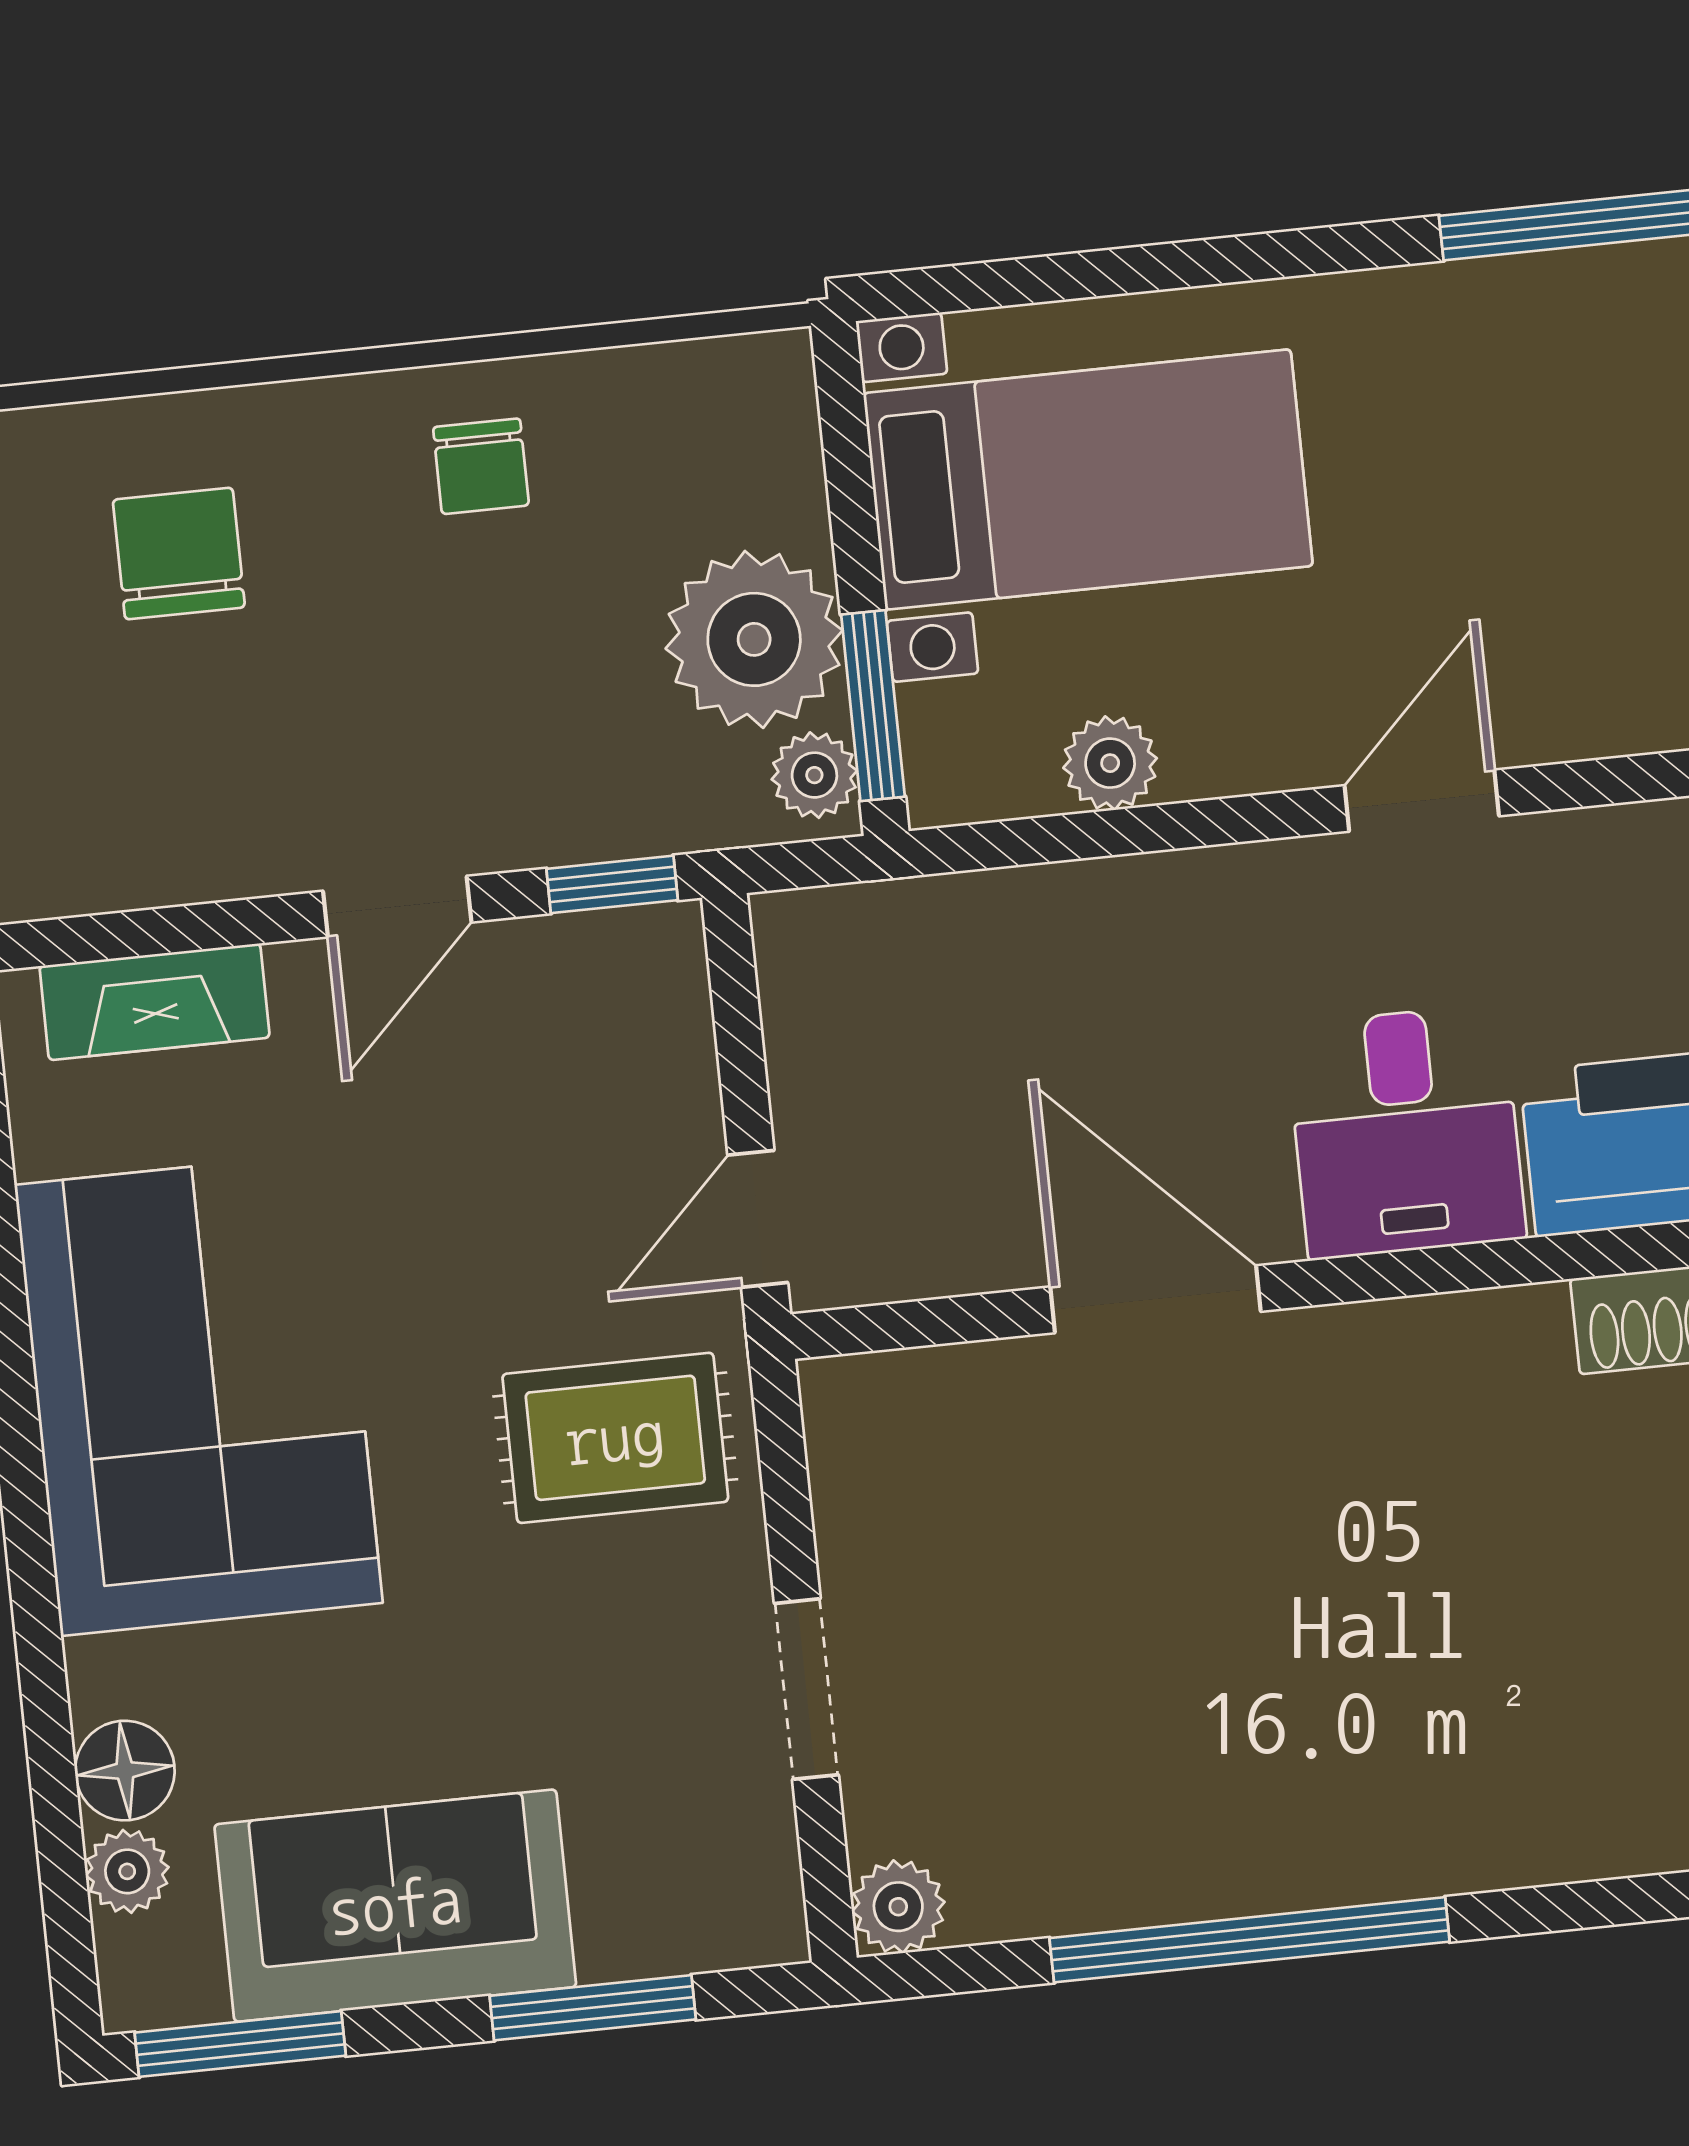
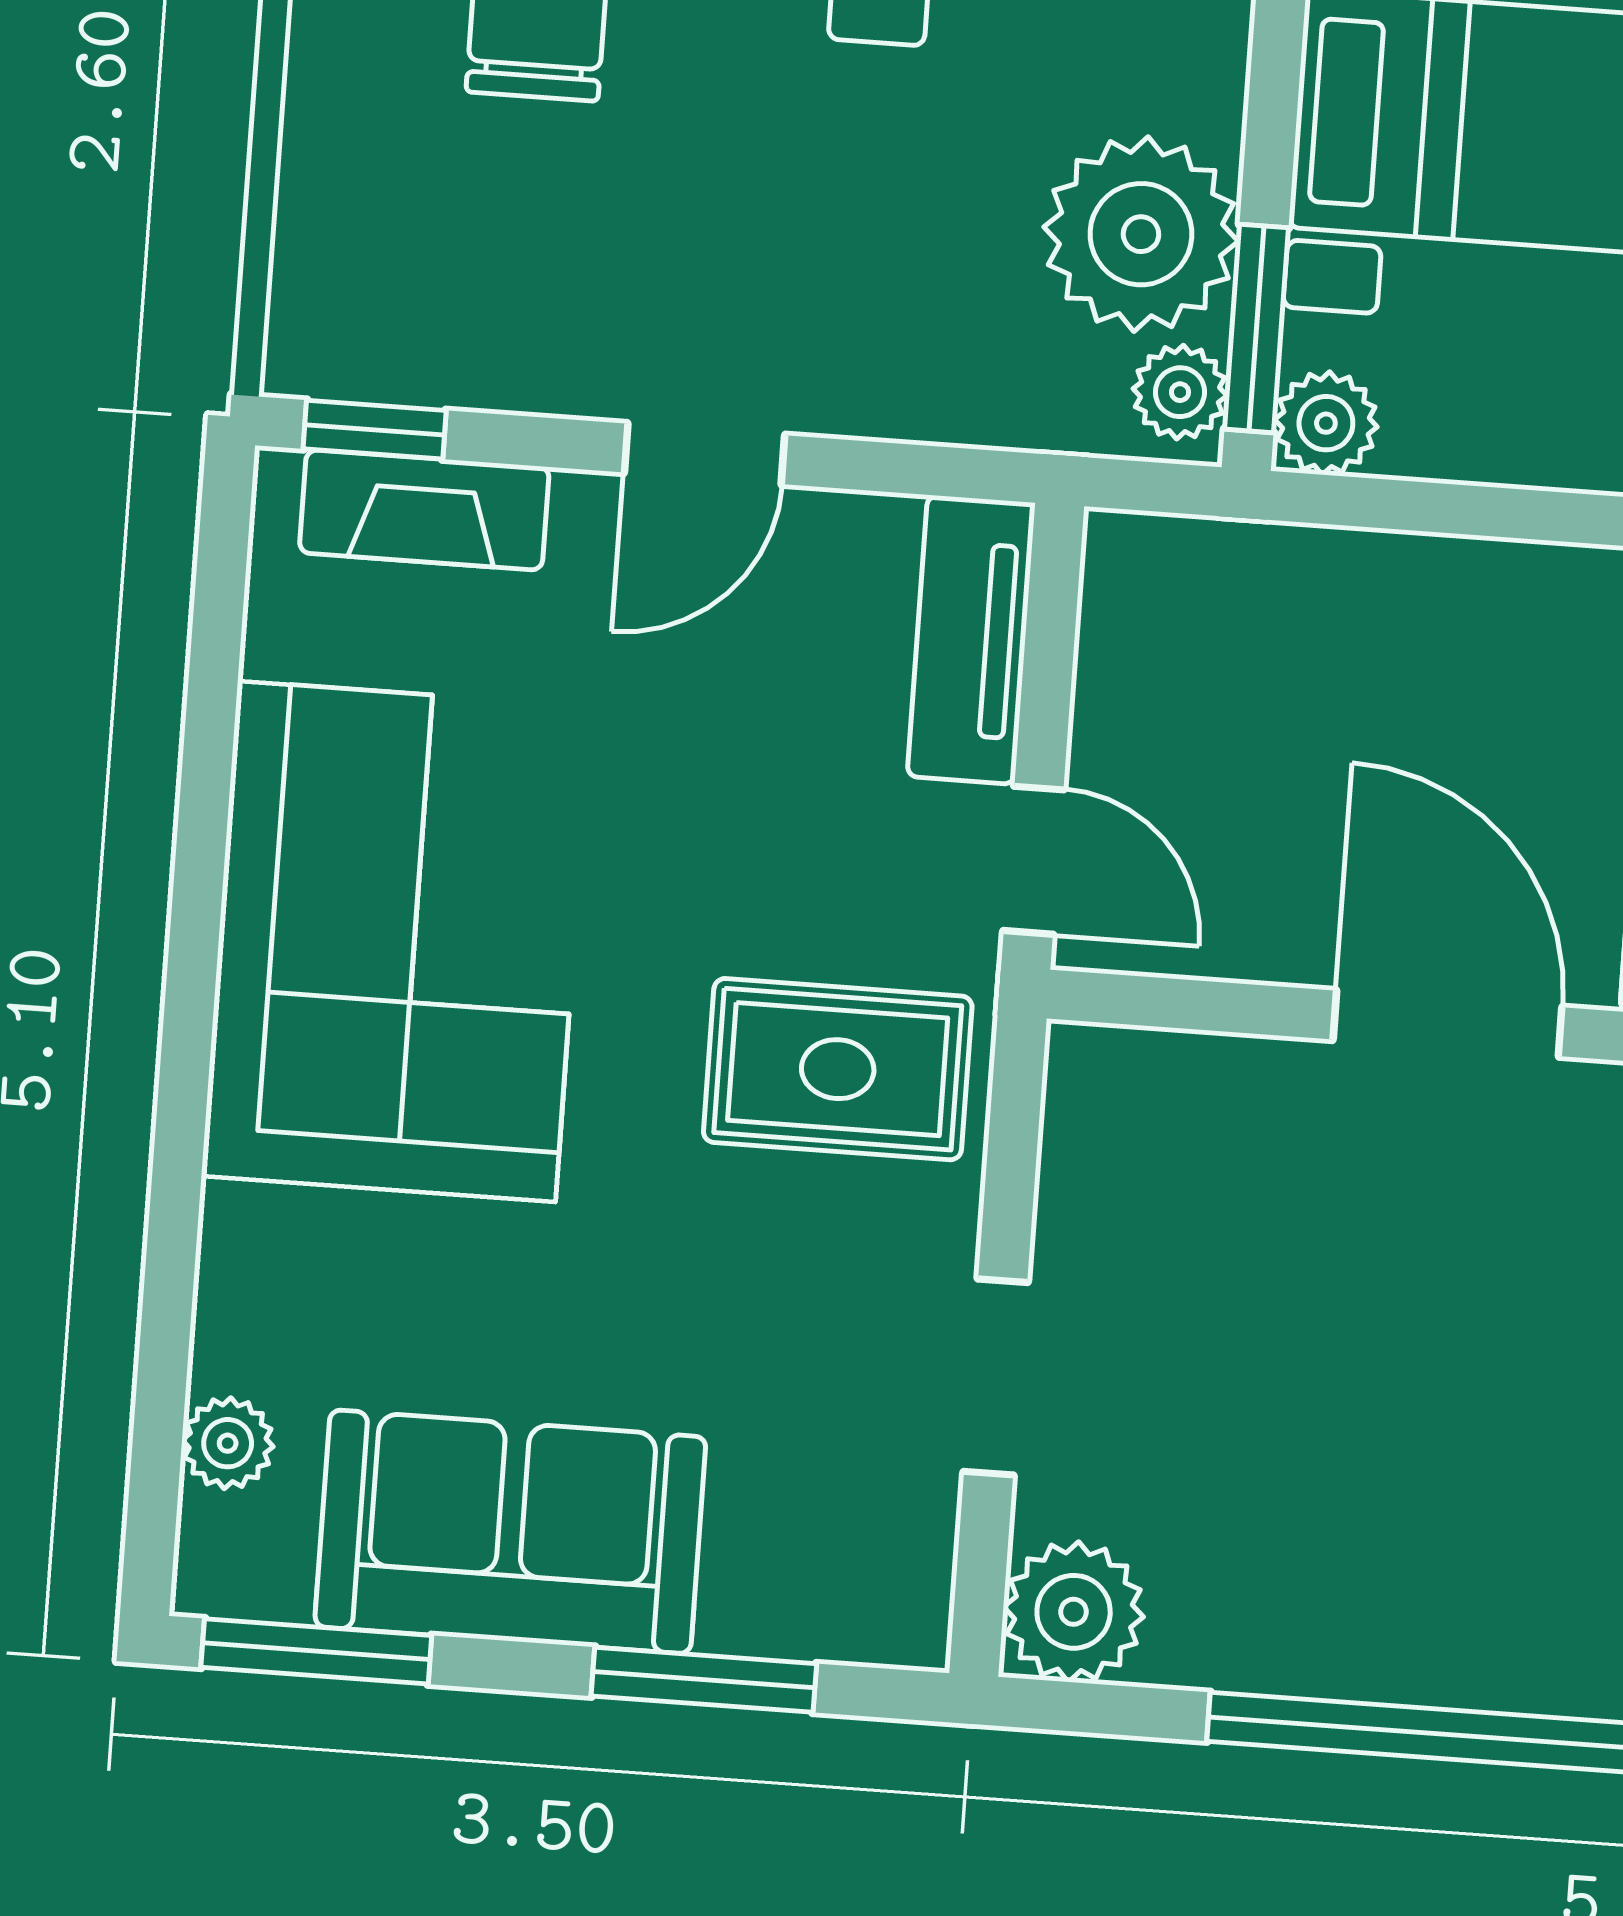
plant: (1110, 763) -> (1326, 423), moved
window: (612, 884) -> (375, 430), moved
tv unit: (666, 1031) -> (971, 640), added
door: (758, 1219) -> (1034, 860), swing flipped
floor lamp: (125, 1771) -> (245, 1334), removed
plant: (898, 1907) -> (1074, 1612), width x1.38, depth x1.38

